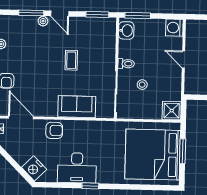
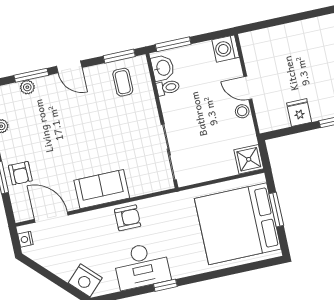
plant: (43, 21) -> (27, 87), moved
coffee table: (71, 60) -> (123, 82), moved
toilet: (126, 64) -> (168, 88), moved
stool: (142, 85) -> (242, 111), moved
sofa: (77, 107) -> (102, 189), moved
armchair: (54, 130) -> (128, 218), moved

